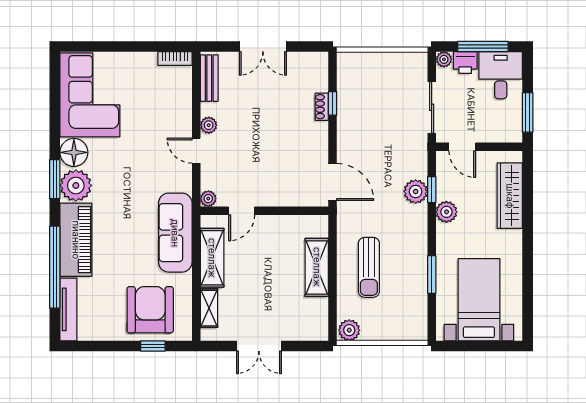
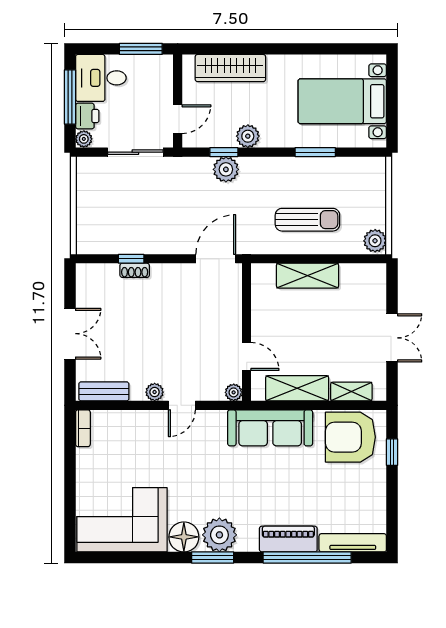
piano: (76, 240) -> (288, 539), width x0.73, depth x0.75
armchair: (150, 310) -> (350, 437), moved

